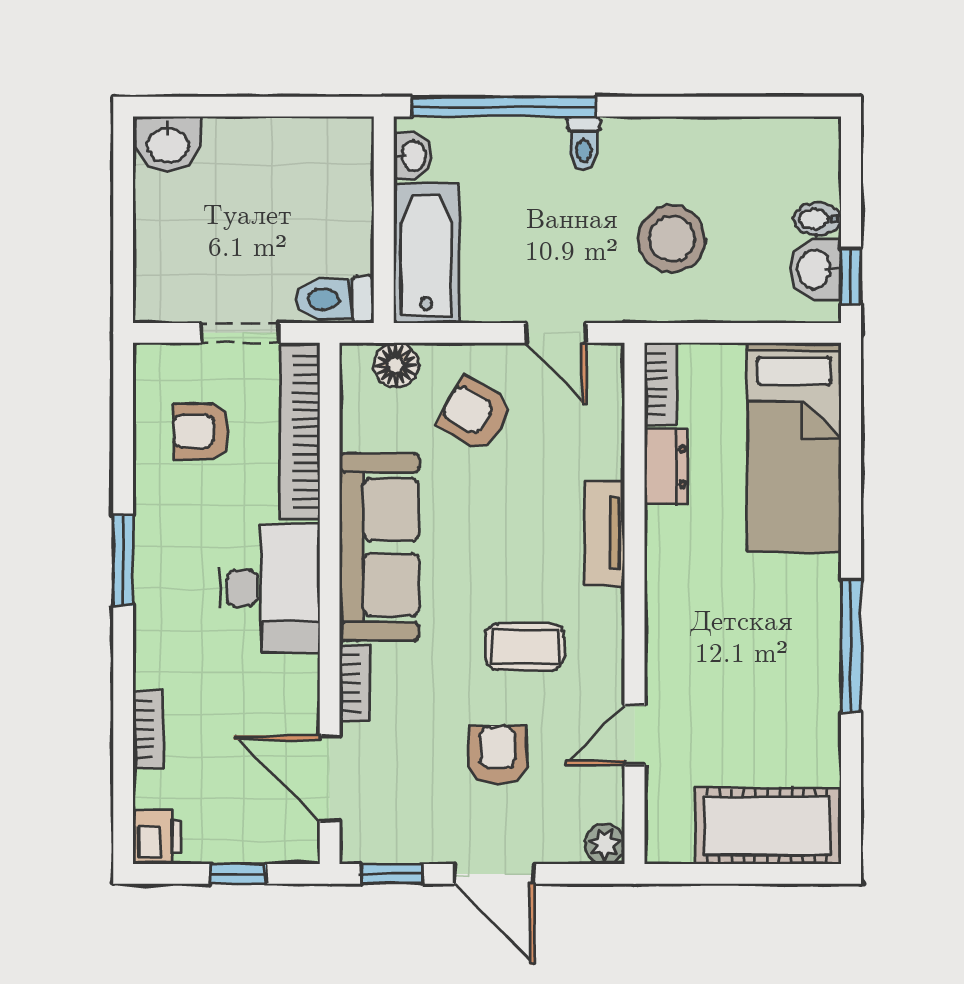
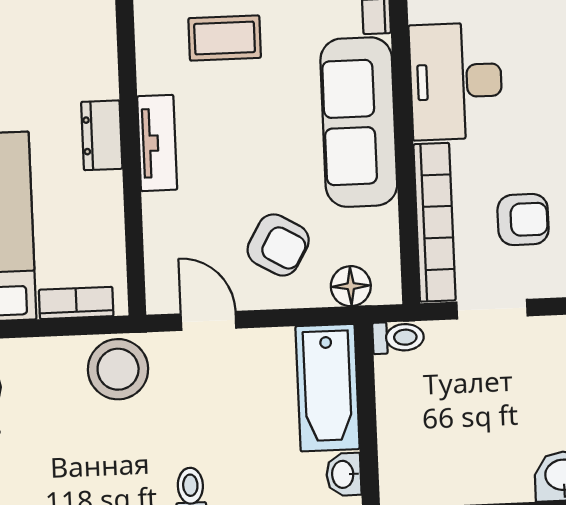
stool: (672, 239) -> (118, 369), moved
toilet: (335, 299) -> (398, 338), width x0.73, depth x0.72
bookcase: (661, 384) -> (76, 303), moved, turned 90
dresser: (666, 467) -> (102, 135), moved

